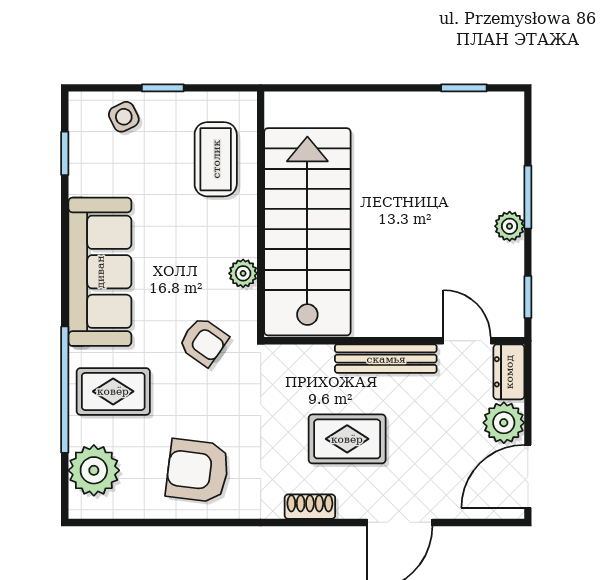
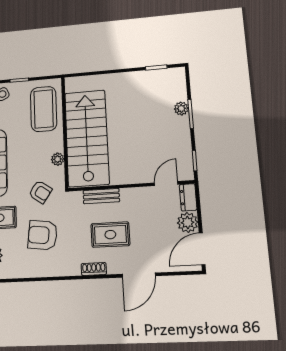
coffee table: (216, 159) -> (44, 109), width x1.36, depth x1.32
plant: (510, 226) -> (181, 109), moved
door: (467, 341) -> (166, 184), hinge flipped
bench: (386, 359) -> (101, 196), moved, width x0.73
armchair: (198, 471) -> (43, 235), moved

